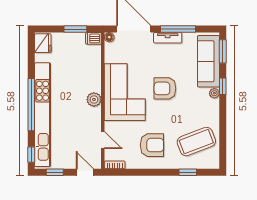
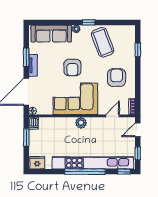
window: (178, 29) -> (26, 57), width x0.69
window: (223, 51) -> (44, 22), removed
window: (223, 86) -> (89, 22), moved
coffee table: (196, 142) -> (103, 42), moved

